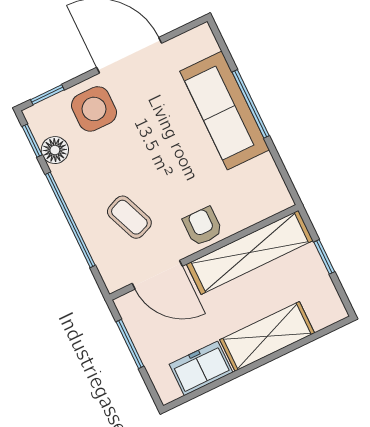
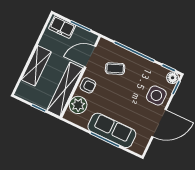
floor lamp: (55, 150) -> (173, 78), moved
plant: (249, 205) -> (78, 105), added
freezer: (201, 368) -> (62, 27), moved, turned 90

